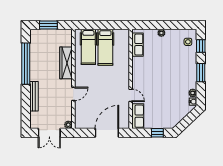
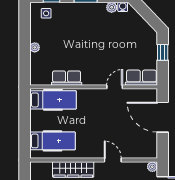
row of seats: (137, 45) -> (67, 78), moved
hospital bed: (105, 47) -> (53, 100), moved

